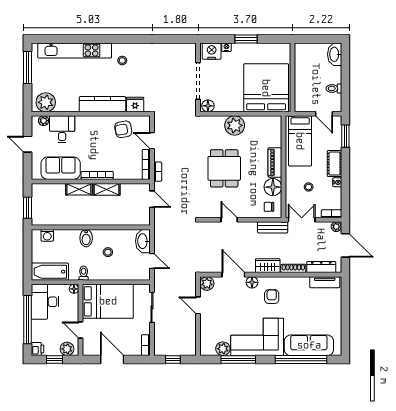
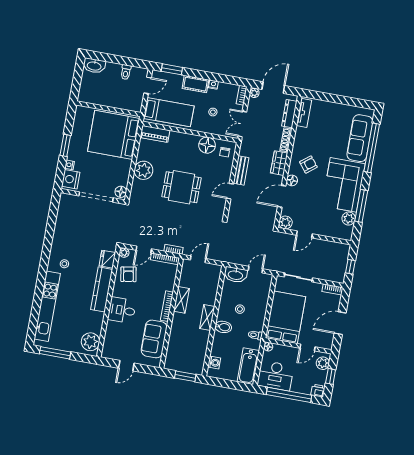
plant: (44, 121) -> (124, 253), moved
desk: (62, 129) -> (122, 310), moved
piano: (275, 162) -> (155, 134), moved
shelving: (79, 189) -> (207, 318), moved
bench: (273, 227) -> (241, 170), moved
armchair: (272, 297) -> (308, 164), turned 142

